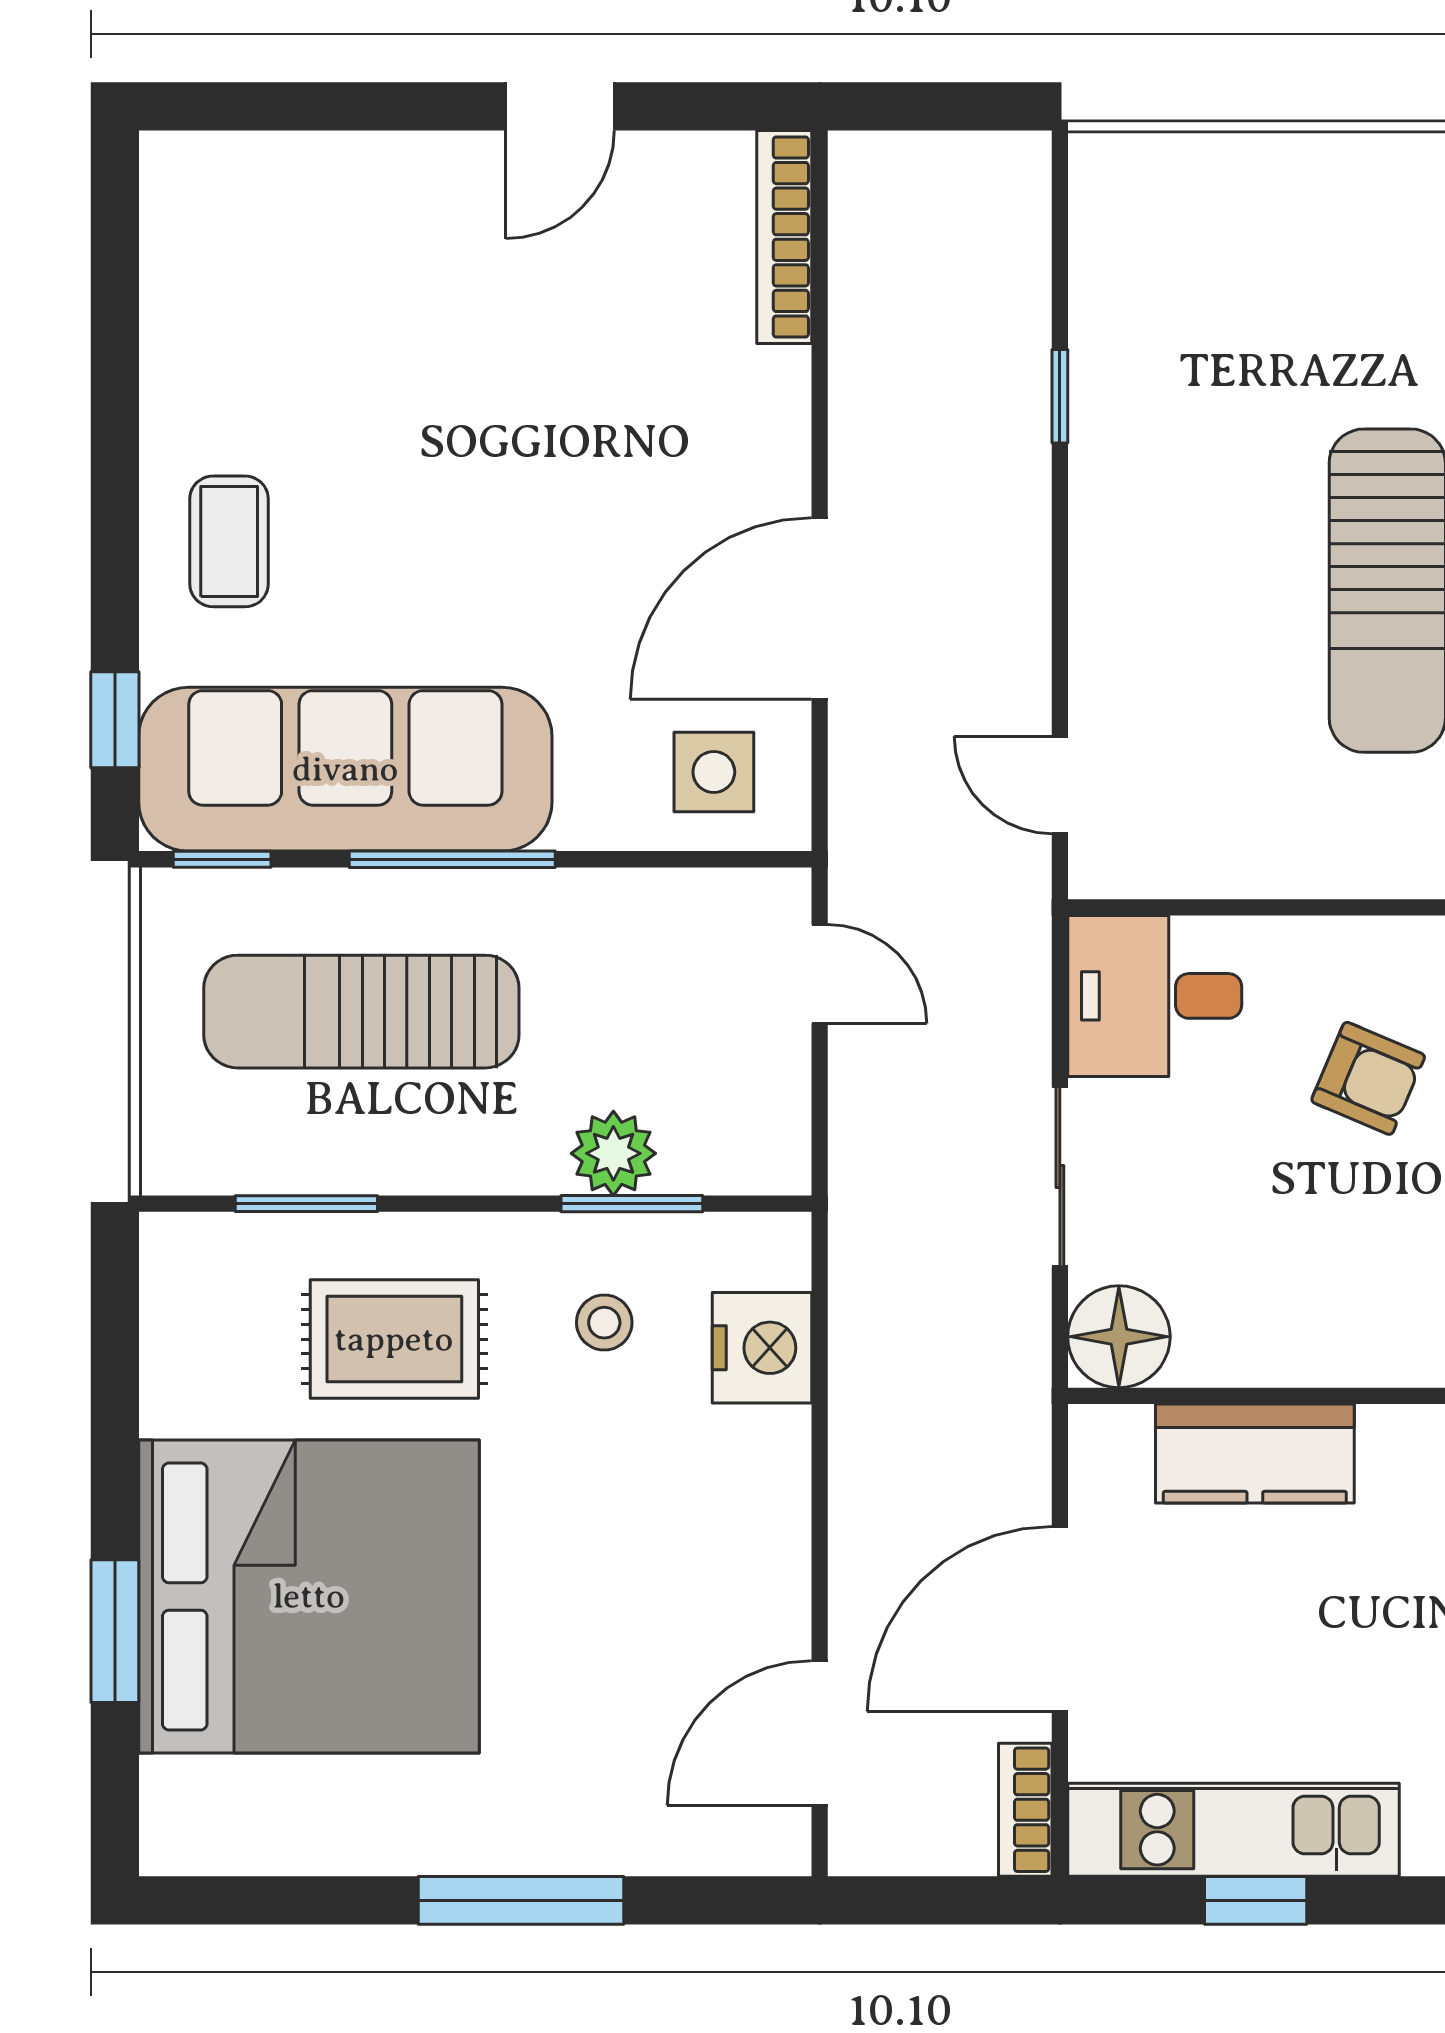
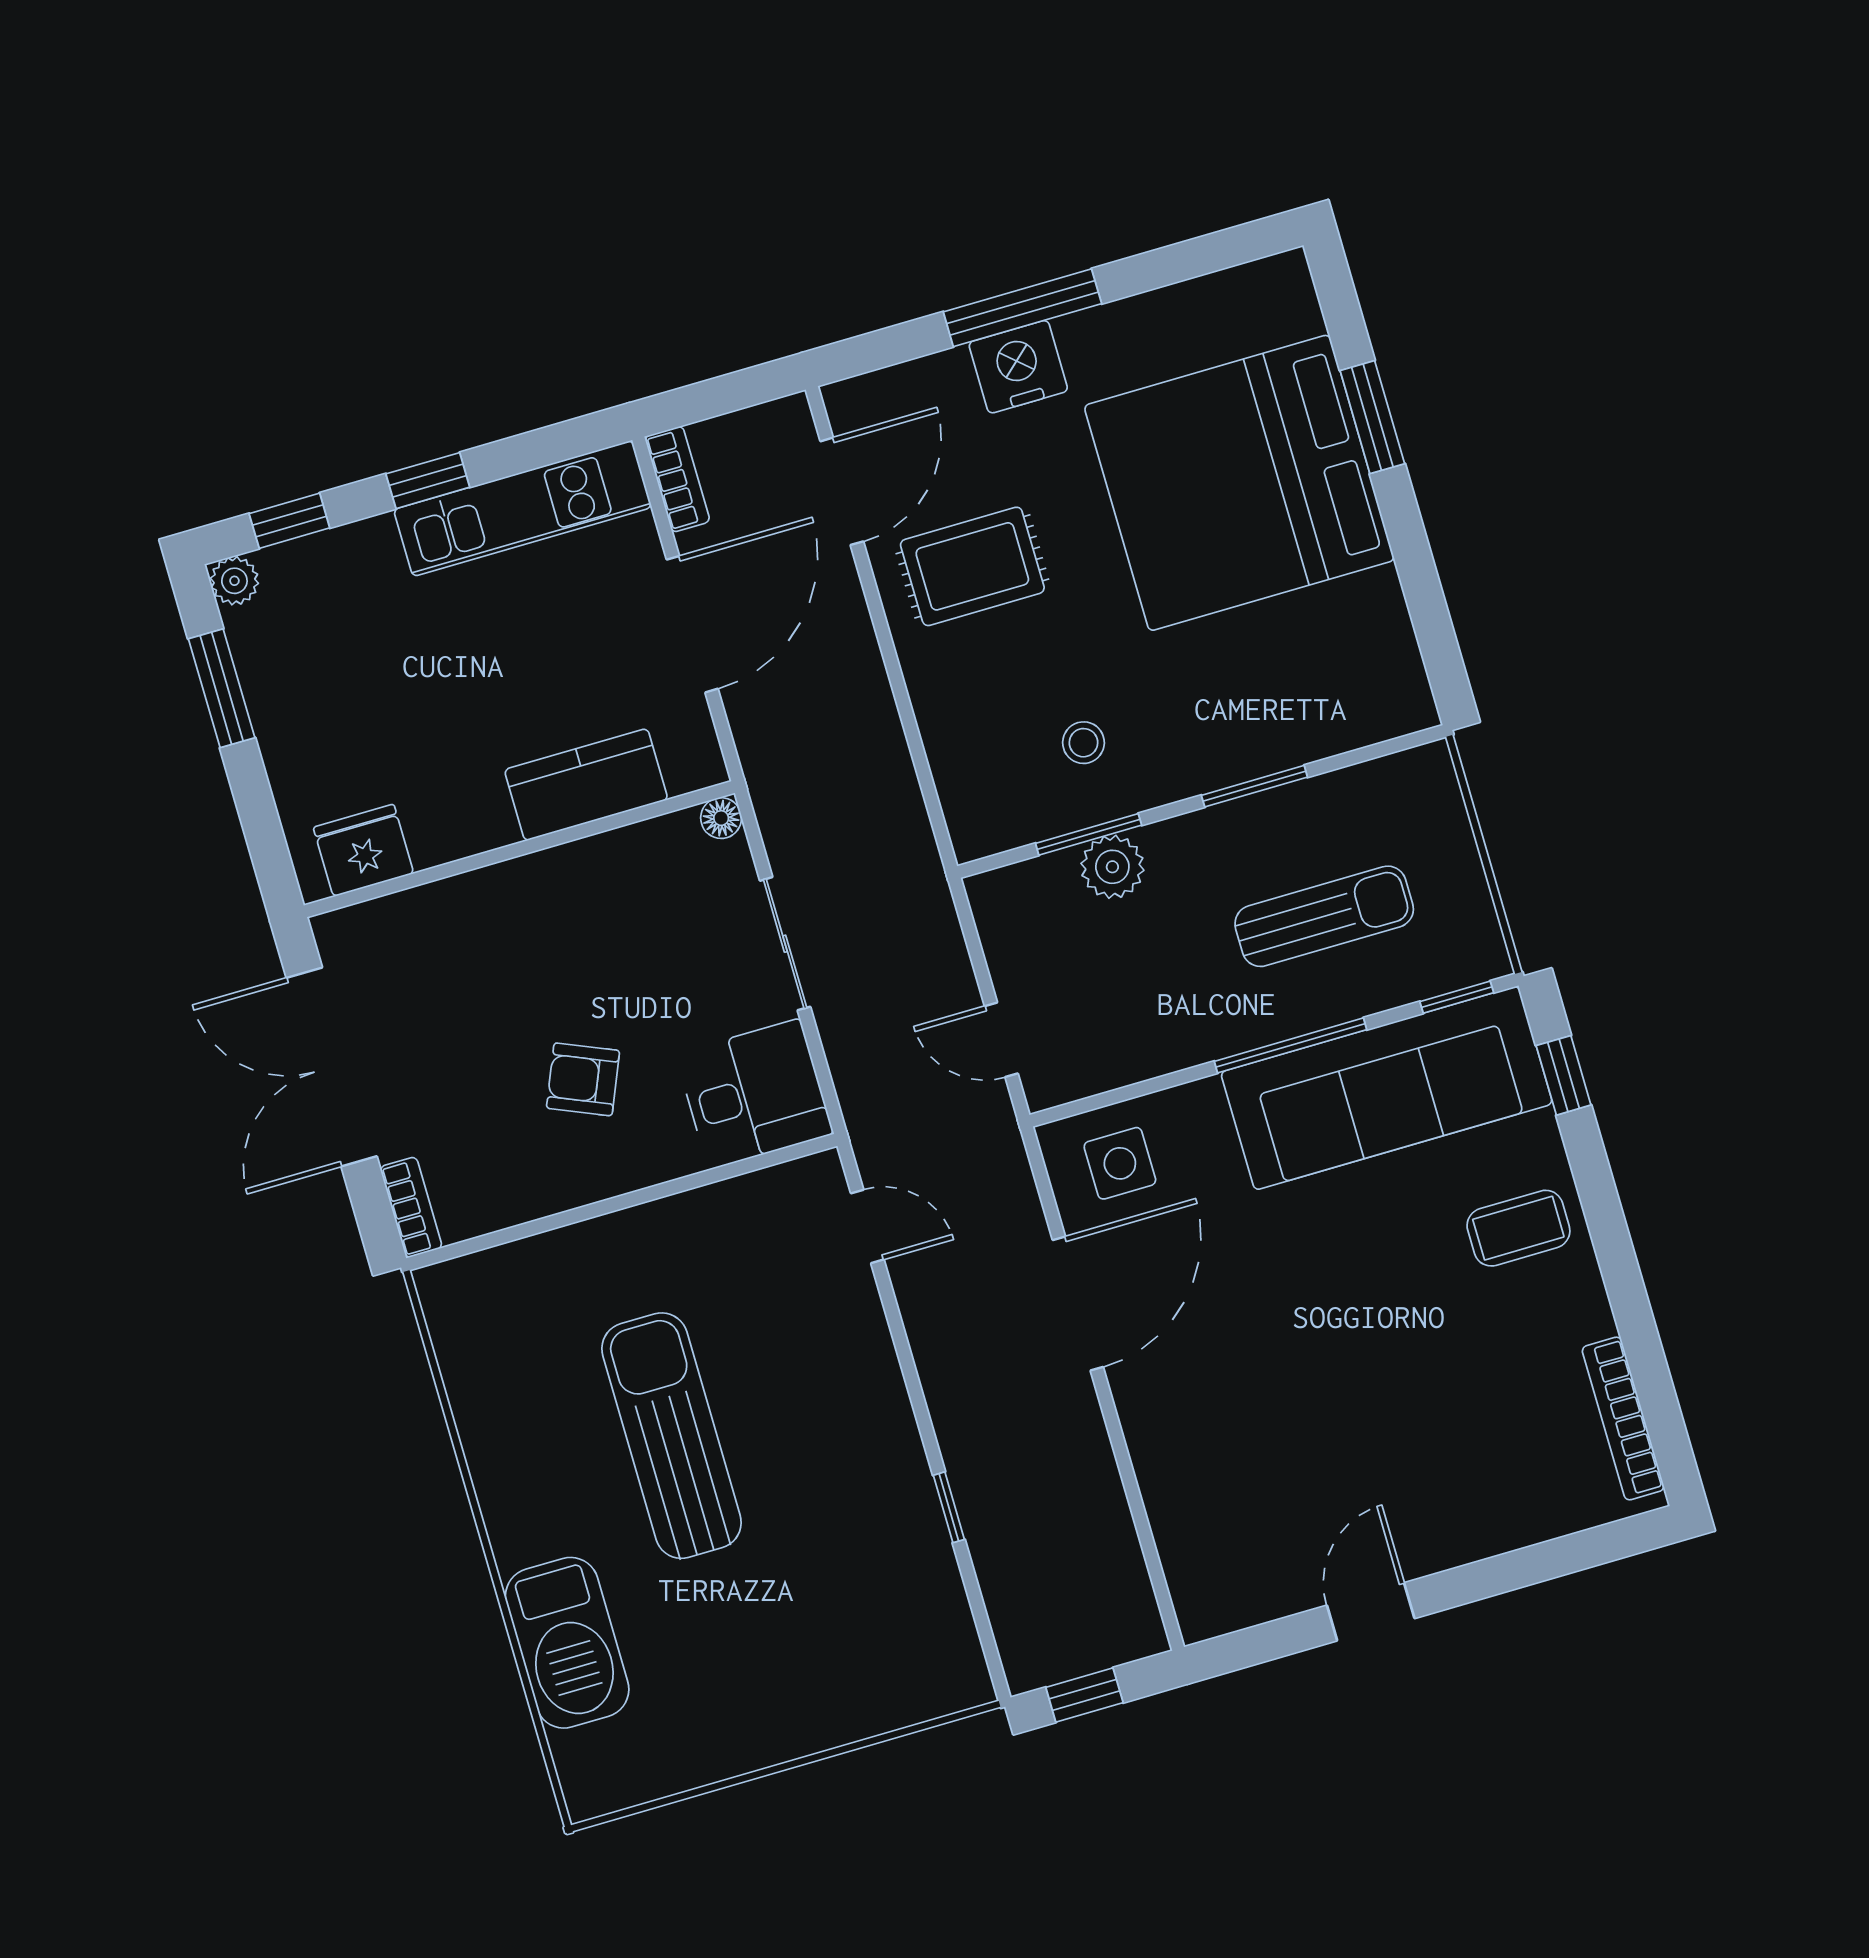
window: (956, 106) -> (1084, 1695), added
bookcase: (784, 237) -> (1623, 1419), moved, turned 180
coffee table: (229, 541) -> (1518, 1228), turned 90
sun lounger: (361, 1012) -> (1324, 916), width x0.73, depth x0.75
window: (306, 1204) -> (1254, 786), moved
floor lamp: (1119, 1337) -> (721, 818), width x0.53, depth x0.53
rug: (394, 1339) -> (972, 566), moved
nightstand: (762, 1348) -> (1018, 367), moved, turned 90
window: (1256, 1900) -> (428, 481), moved

